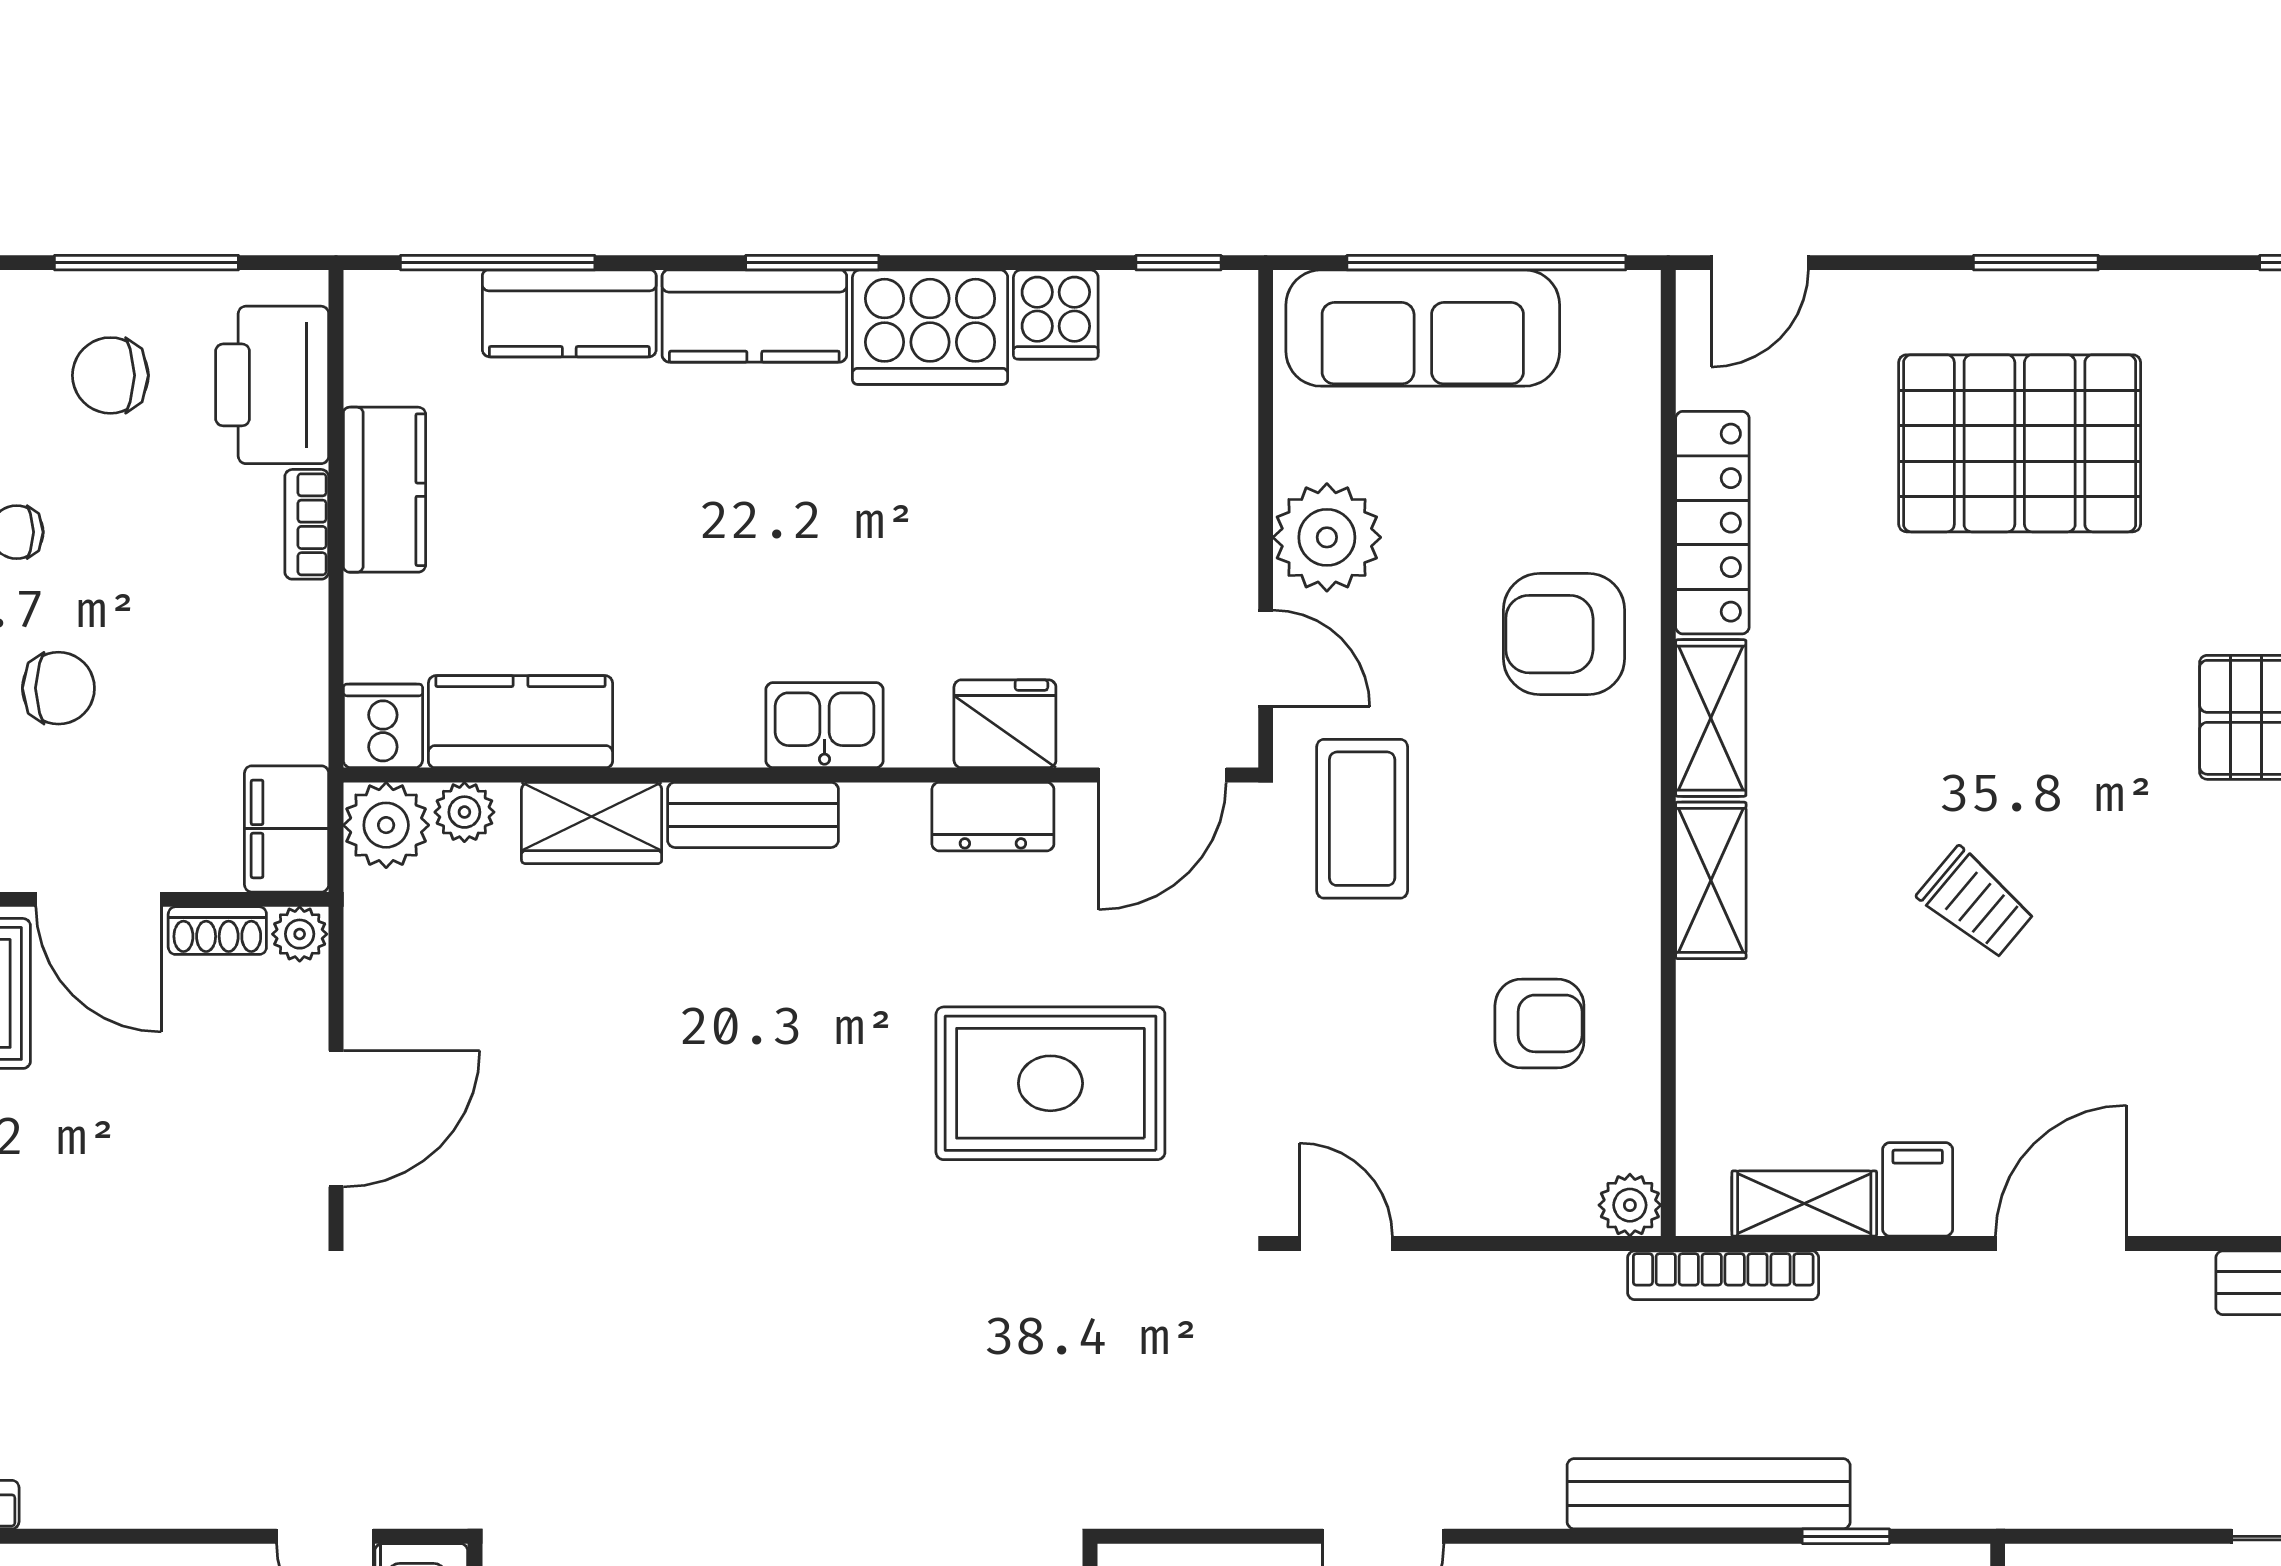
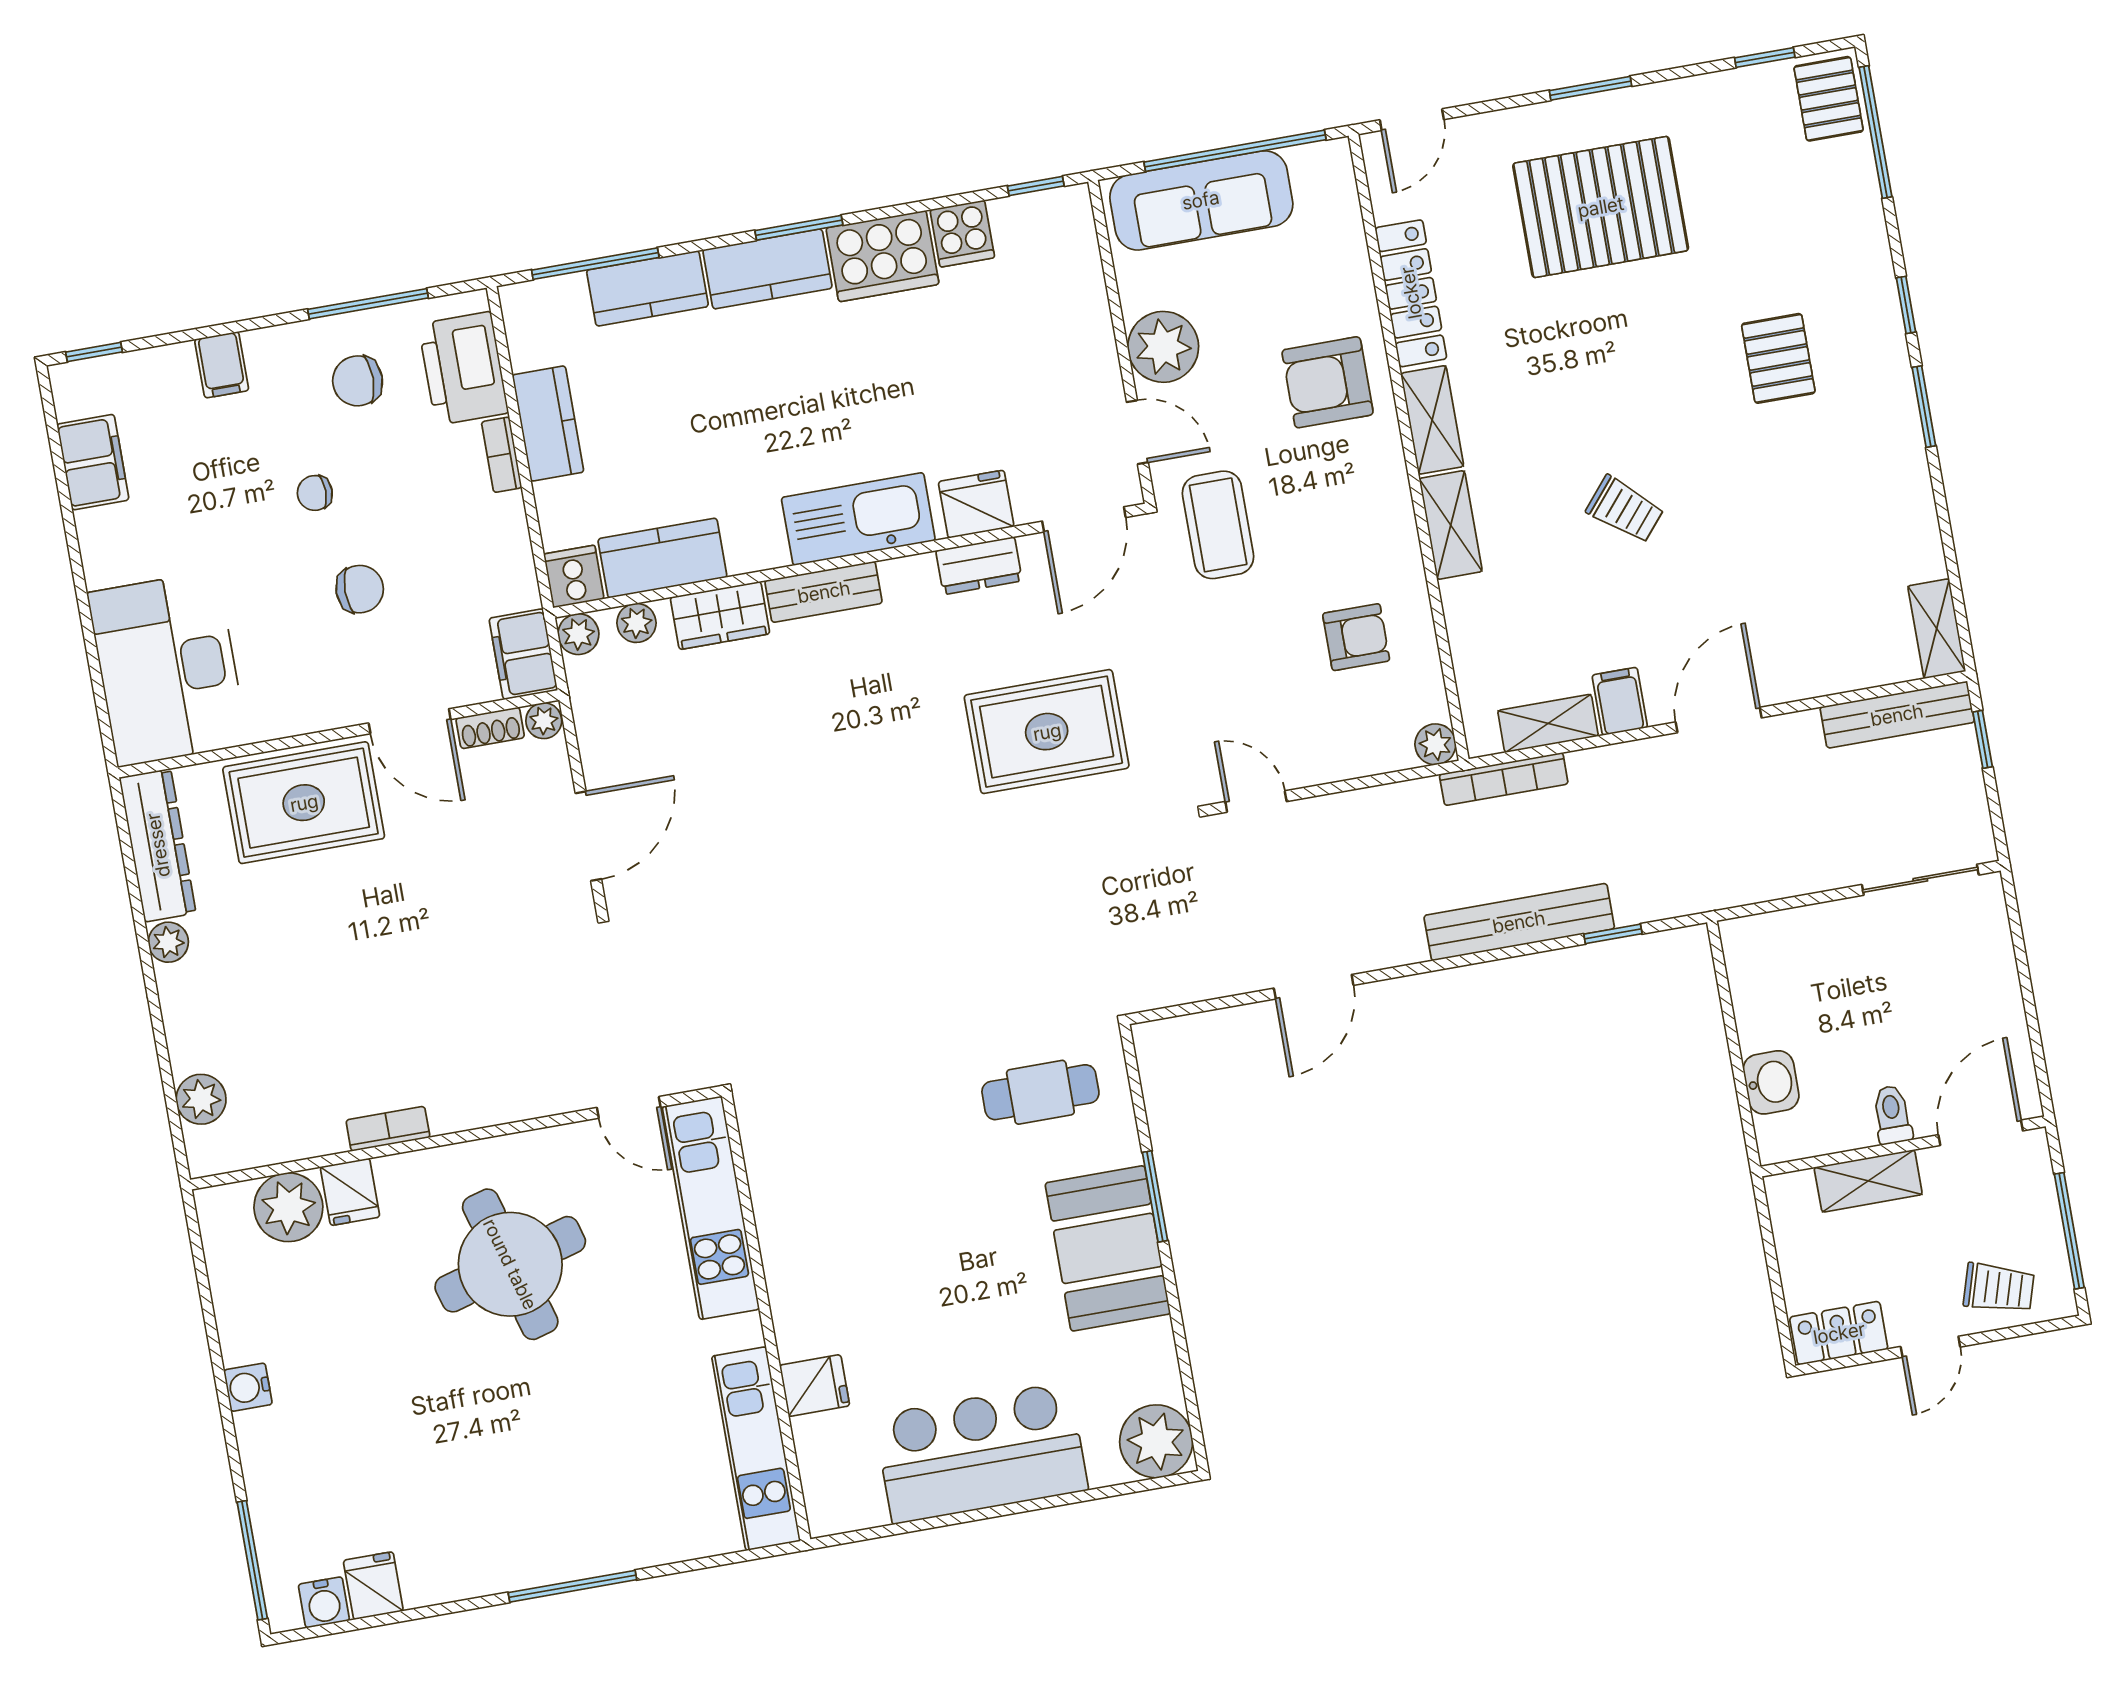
kitchen sink: (824, 725) -> (858, 519), width x1.88, depth x1.24
plant: (386, 825) -> (578, 634), width x0.73, depth x0.73

